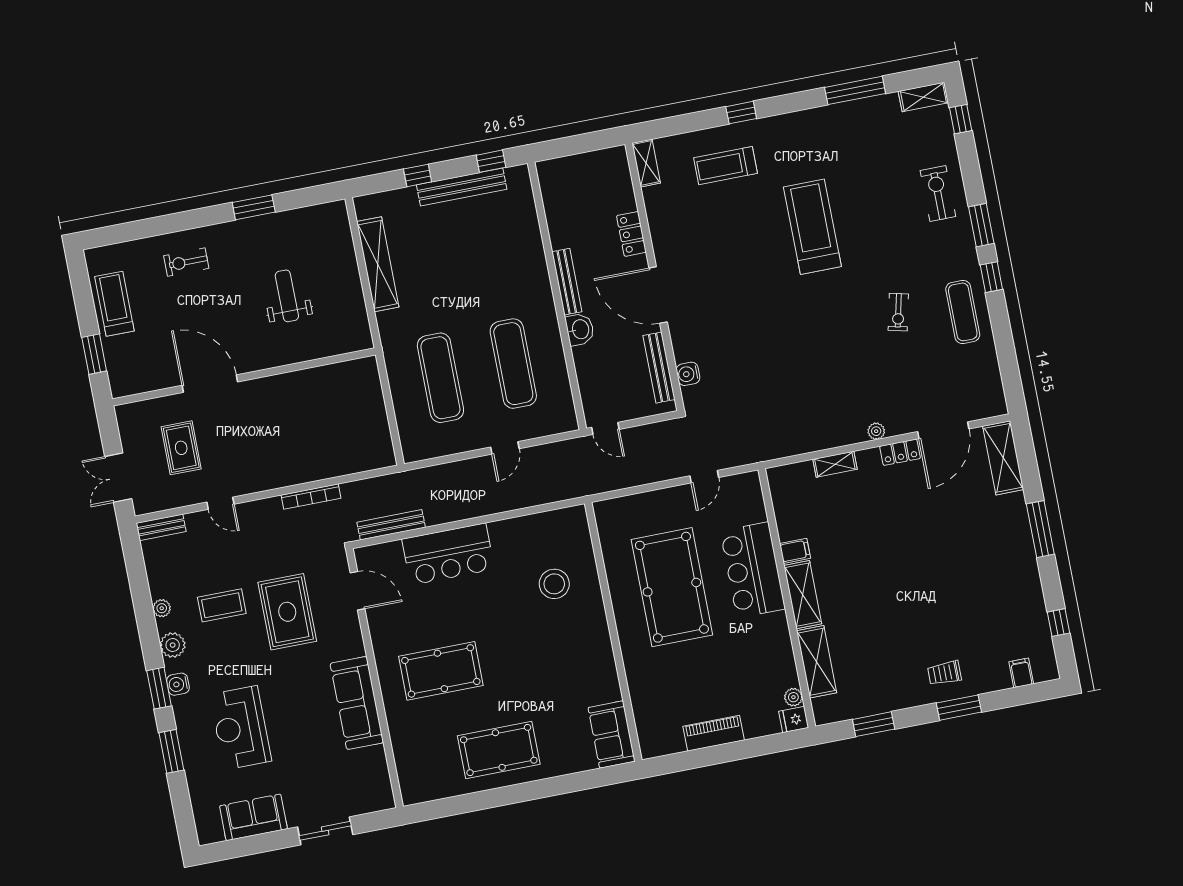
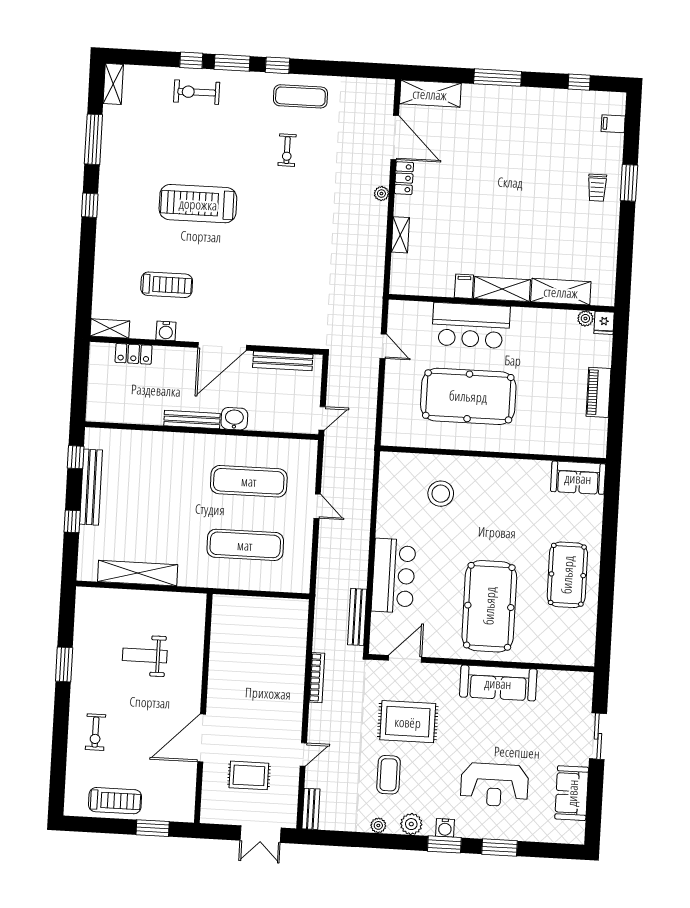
window: (741, 113) -> (90, 205), moved
window: (961, 119) -> (191, 60), moved
treadmill: (725, 166) -> (167, 285), moved, turned -90
locker: (631, 234) -> (134, 354), moved
treadmill: (114, 304) -> (115, 801), turned 180
exercise bike: (898, 312) -> (287, 150), turned 77
water cooler: (688, 374) -> (166, 331), moved
pool table: (441, 671) -> (489, 606), width x1.36, depth x1.32
window: (874, 724) -> (625, 257), removed

